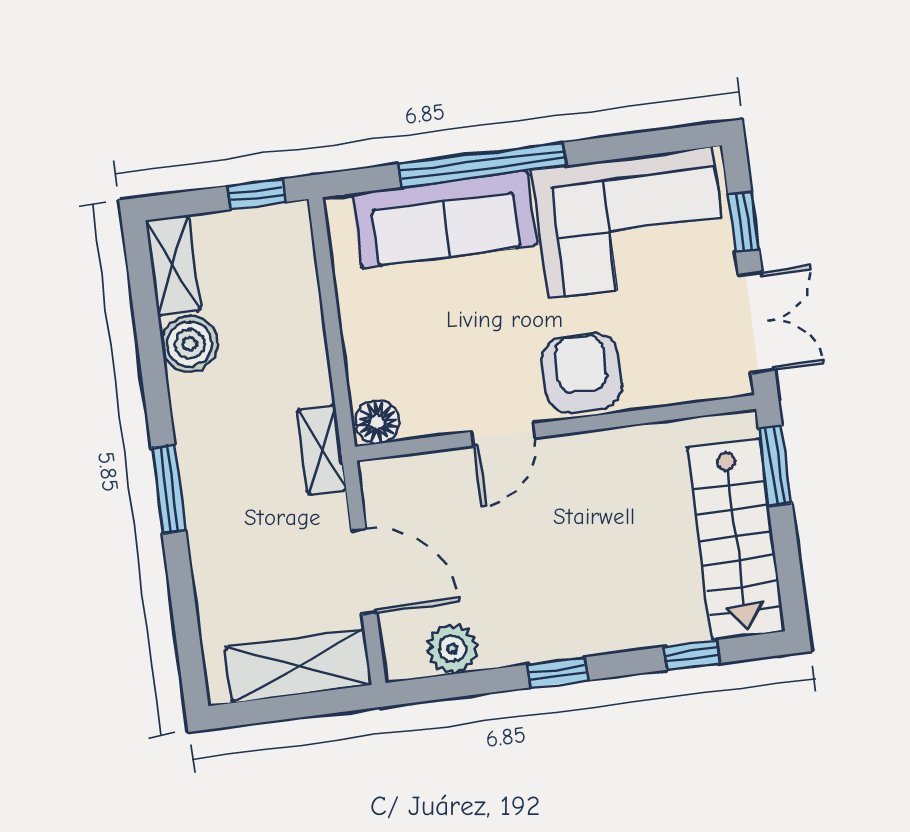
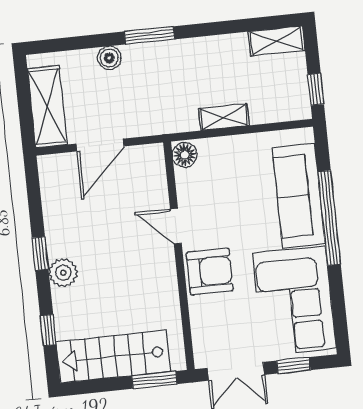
boiler: (190, 344) -> (109, 58), moved, width x0.73, depth x0.73
shelving: (322, 450) -> (224, 117), moved
plant: (452, 649) -> (63, 273), moved

